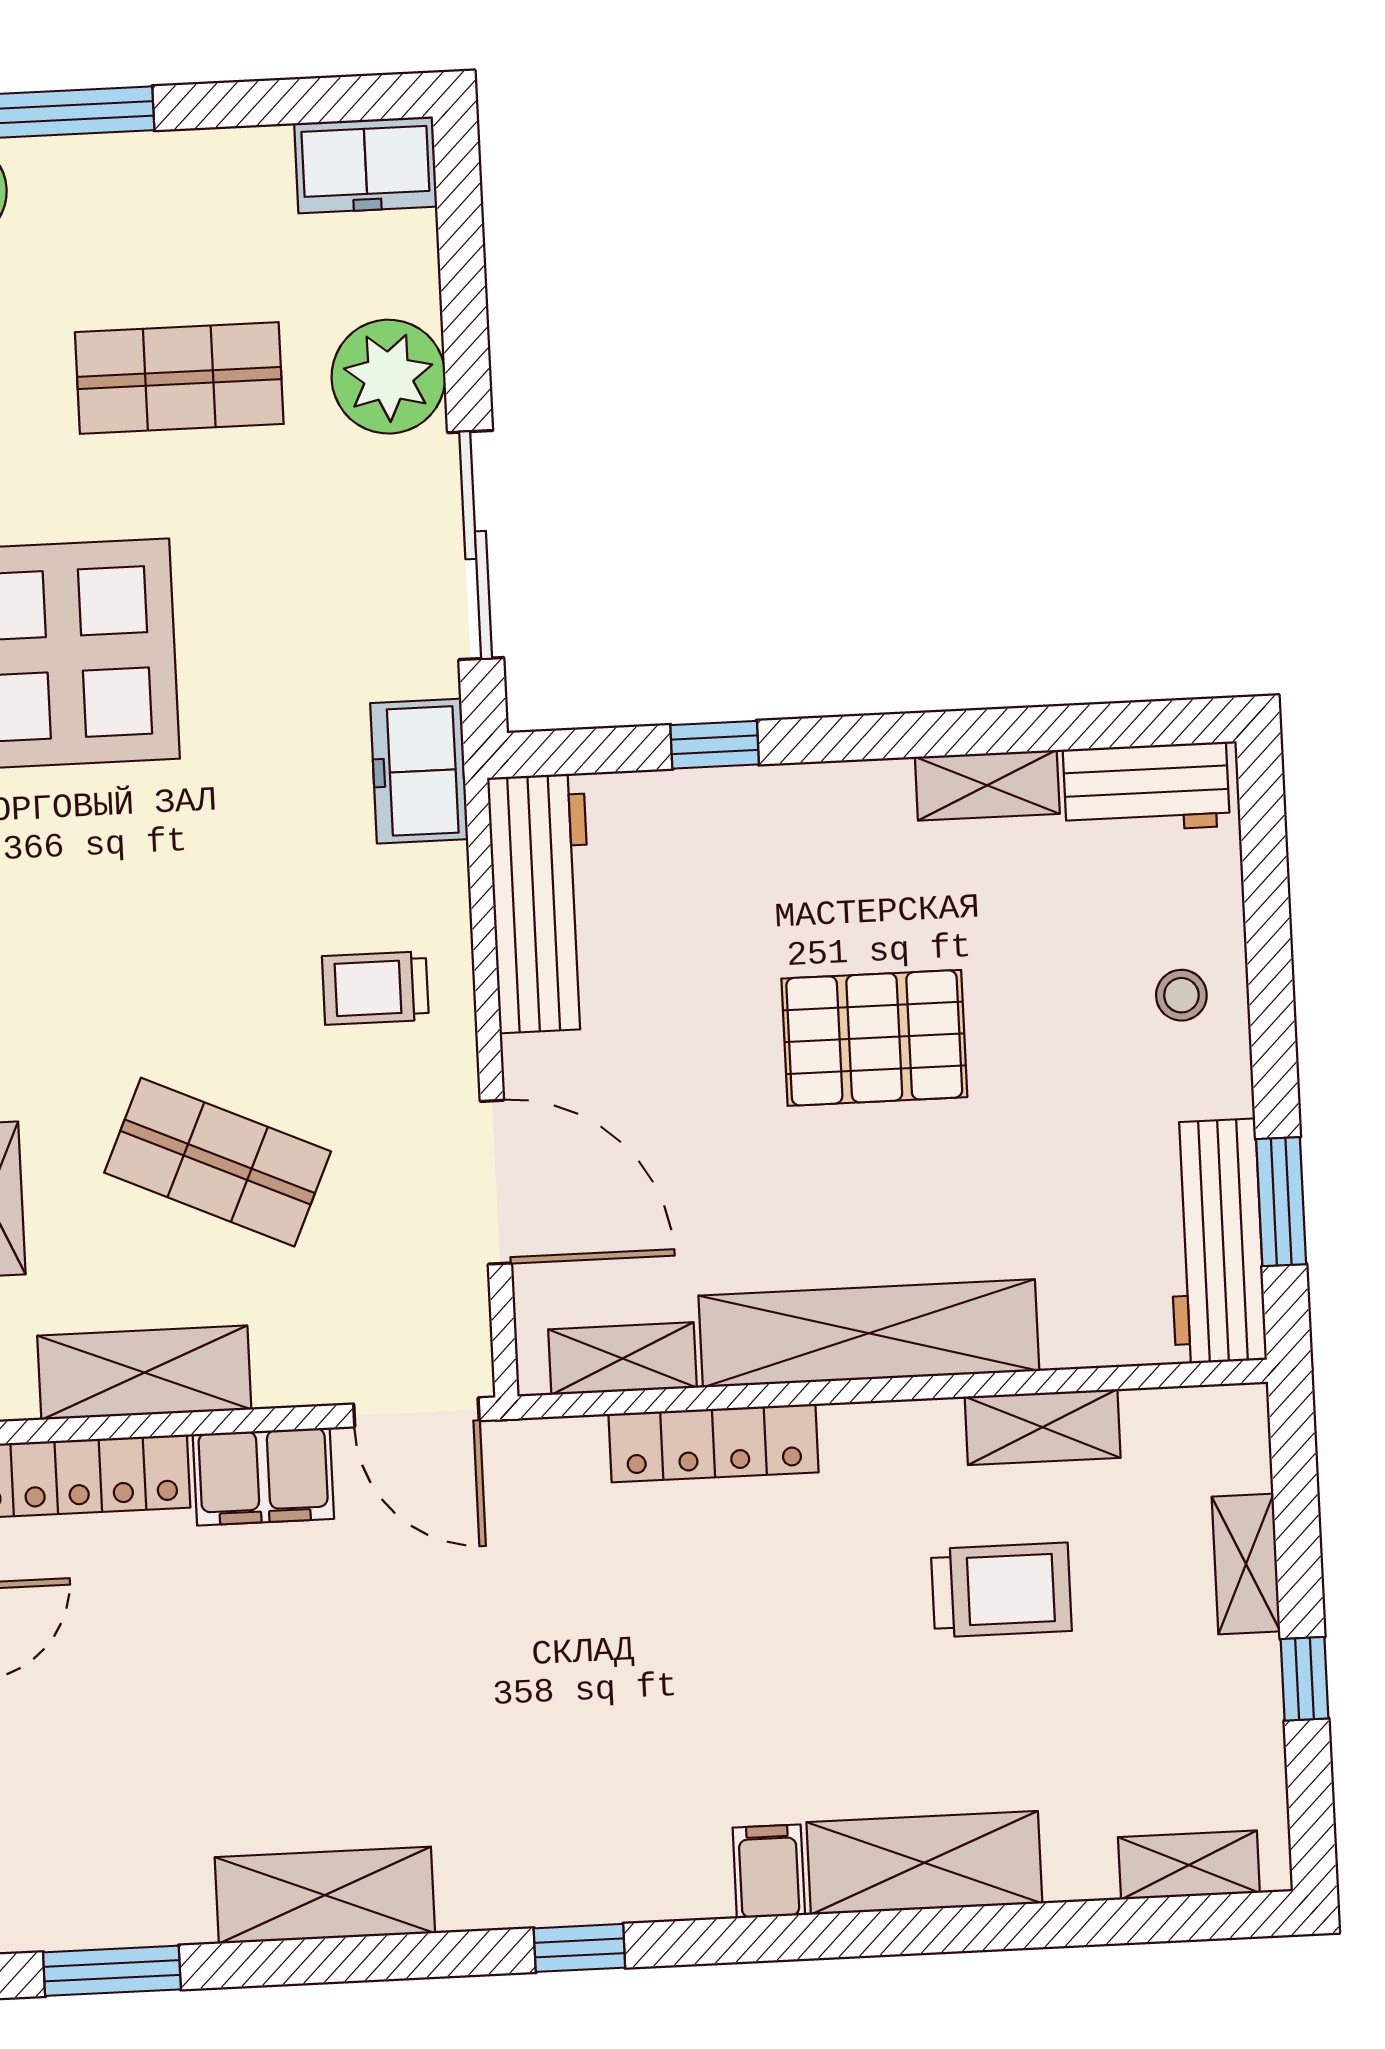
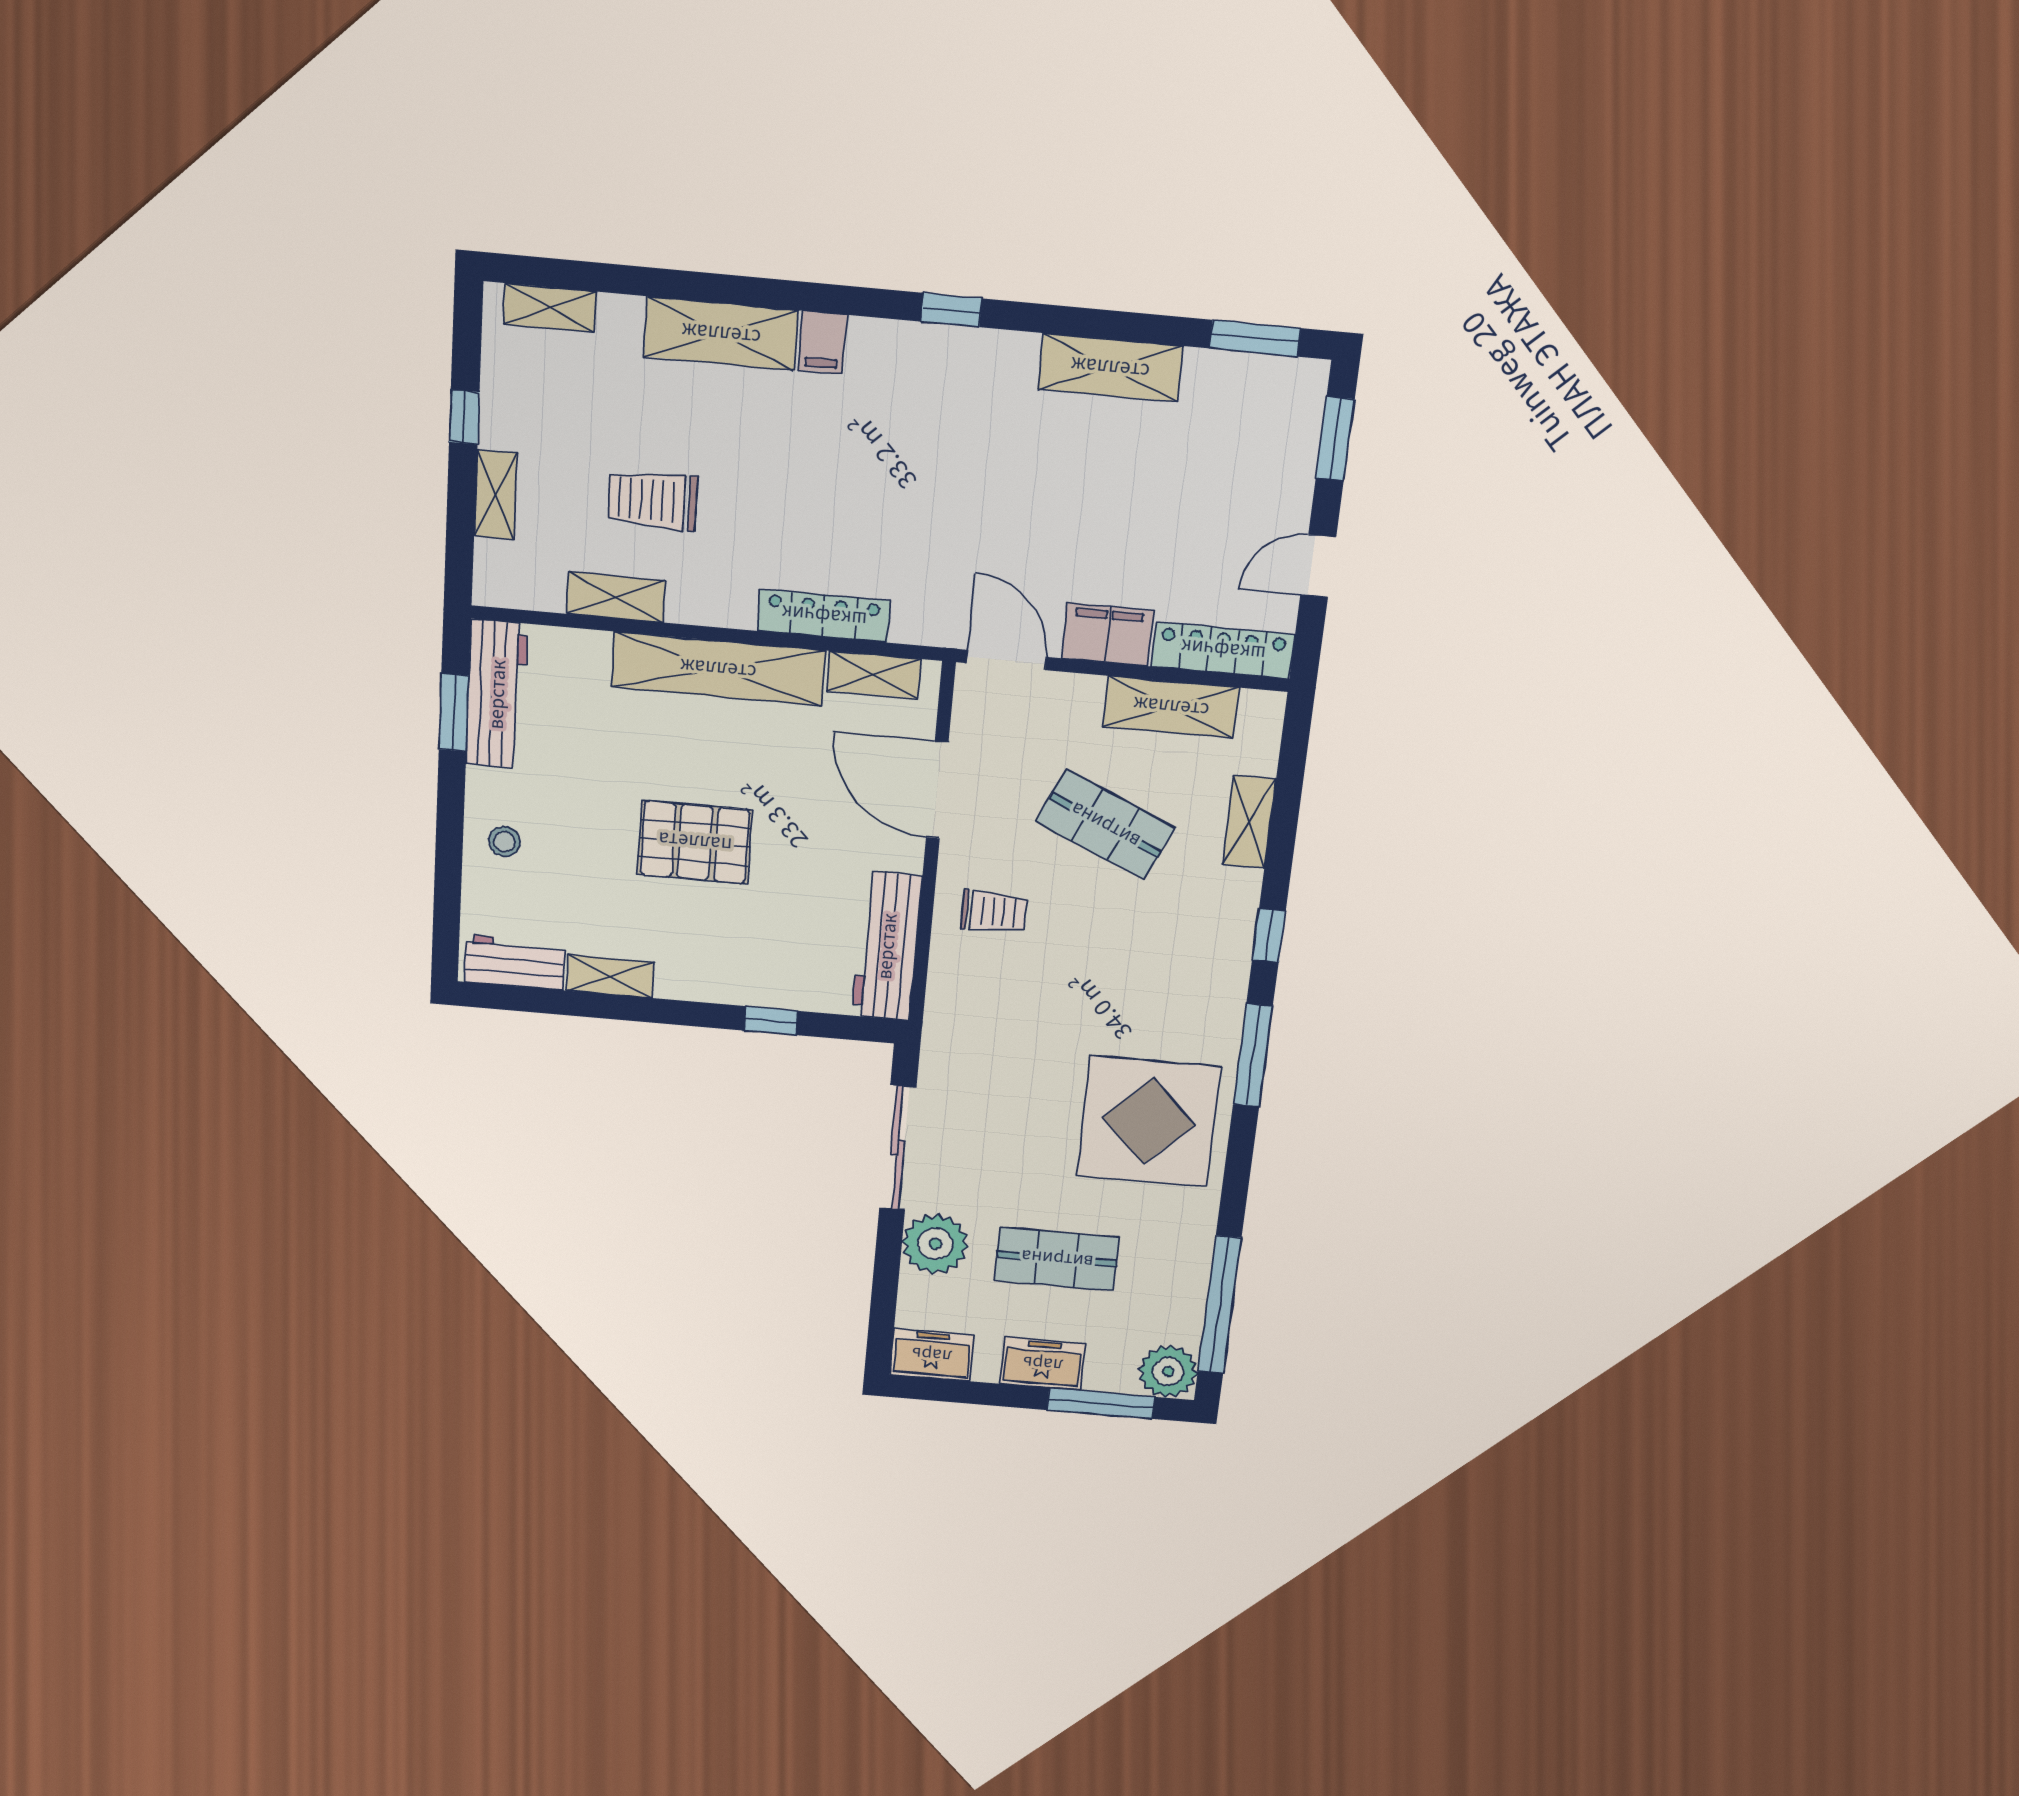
freezer: (419, 771) -> (1043, 1364), moved, turned -90

